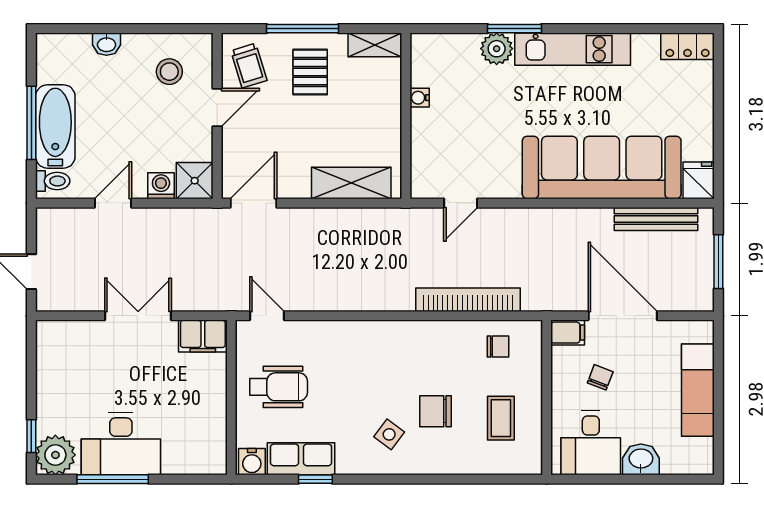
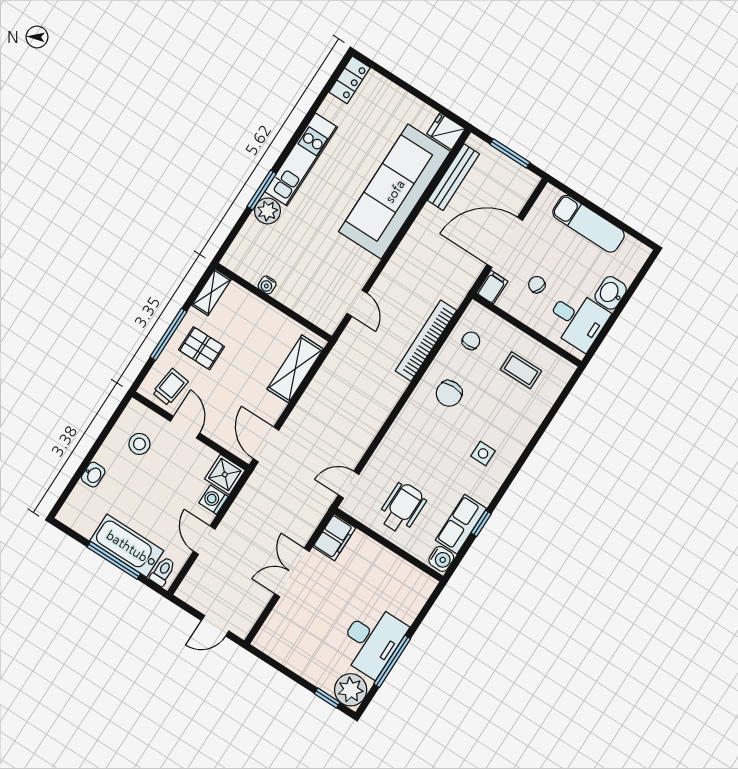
trolley: (249, 66) -> (170, 387), turned -66
chair: (435, 411) -> (449, 393), moved
side table: (389, 434) -> (483, 453), turned -37

